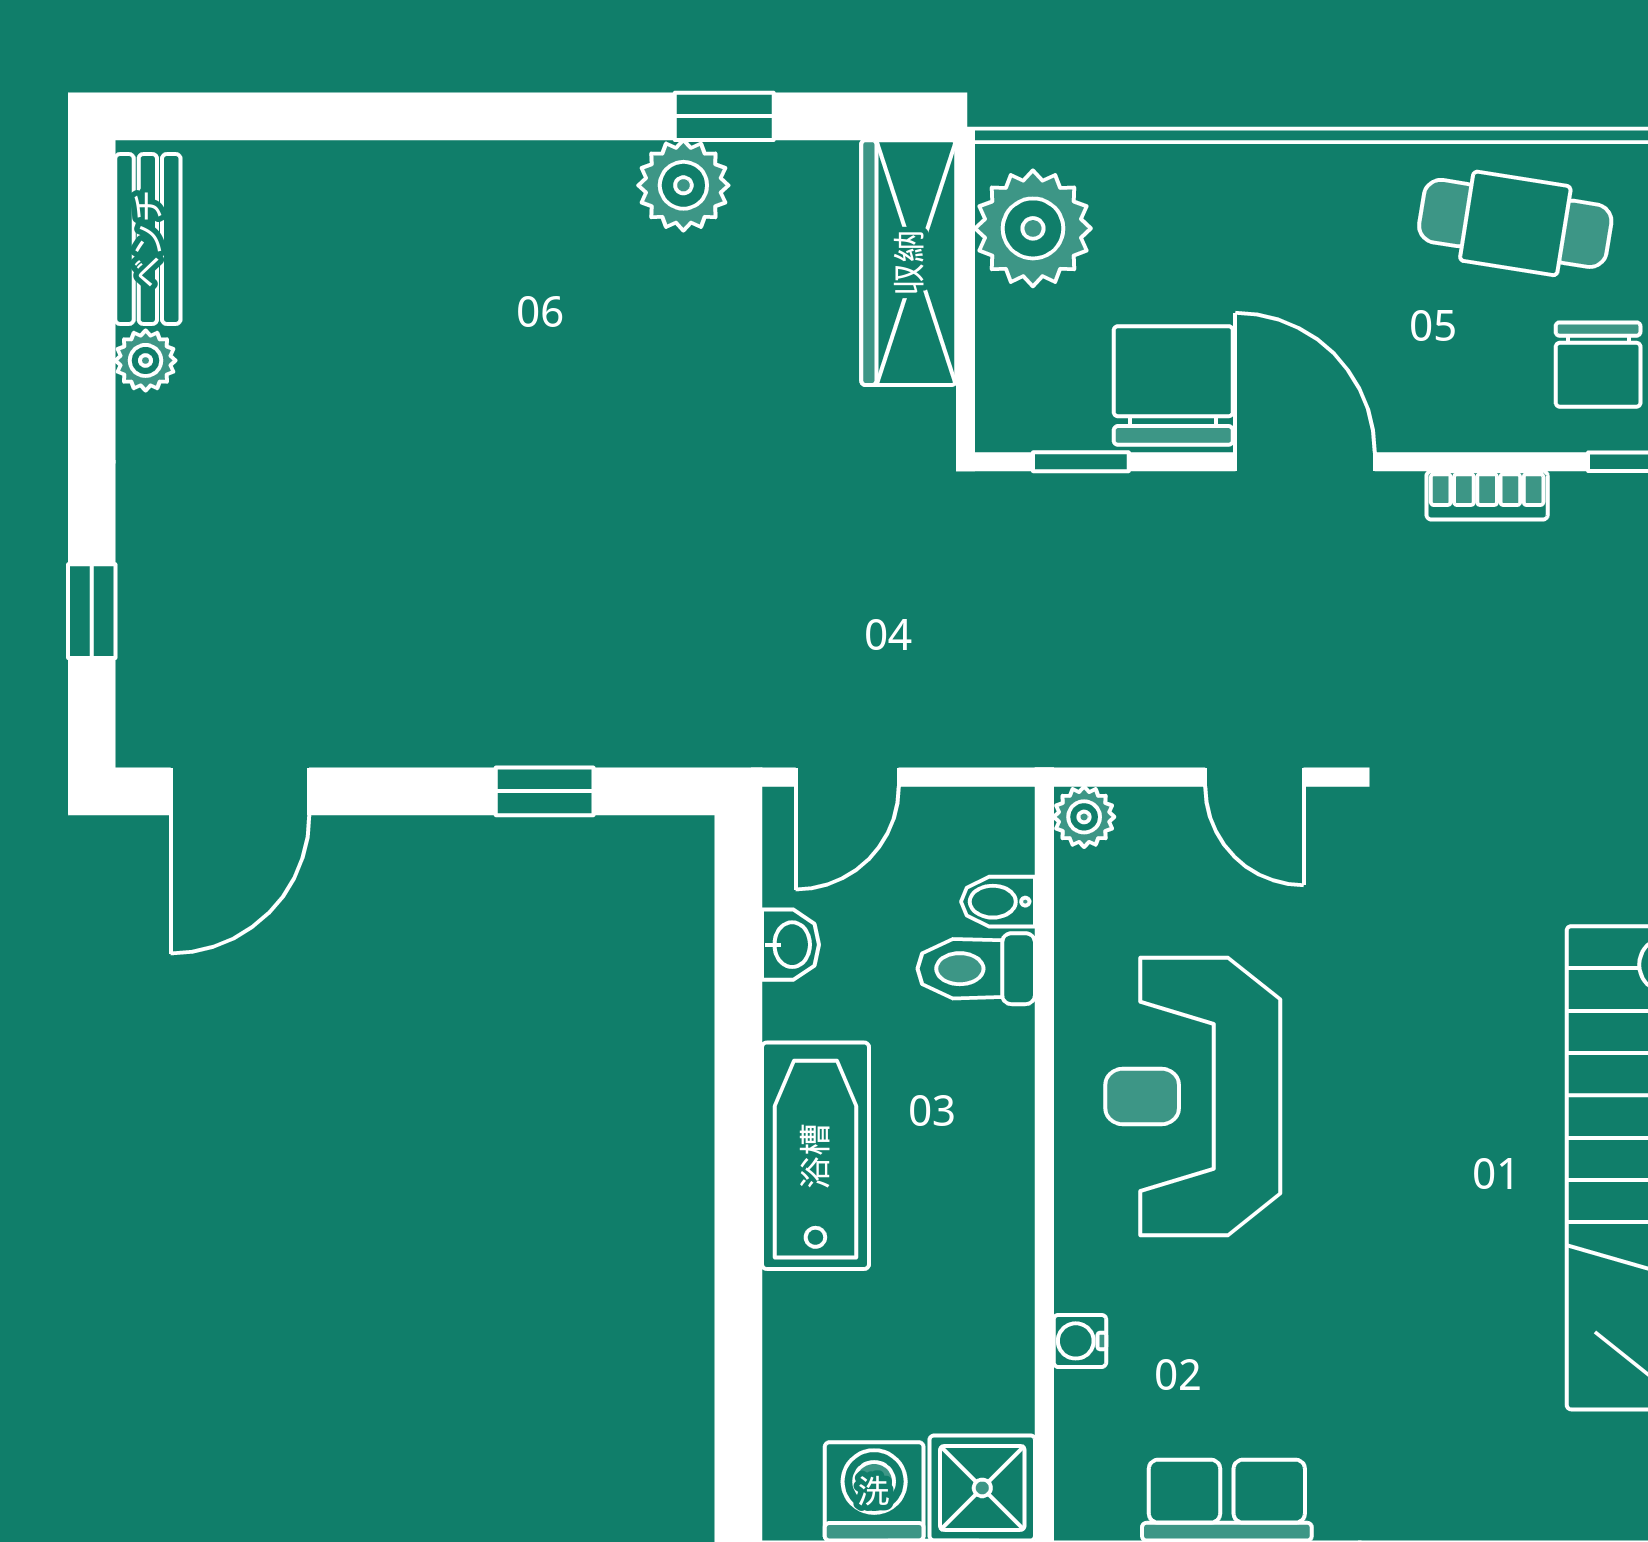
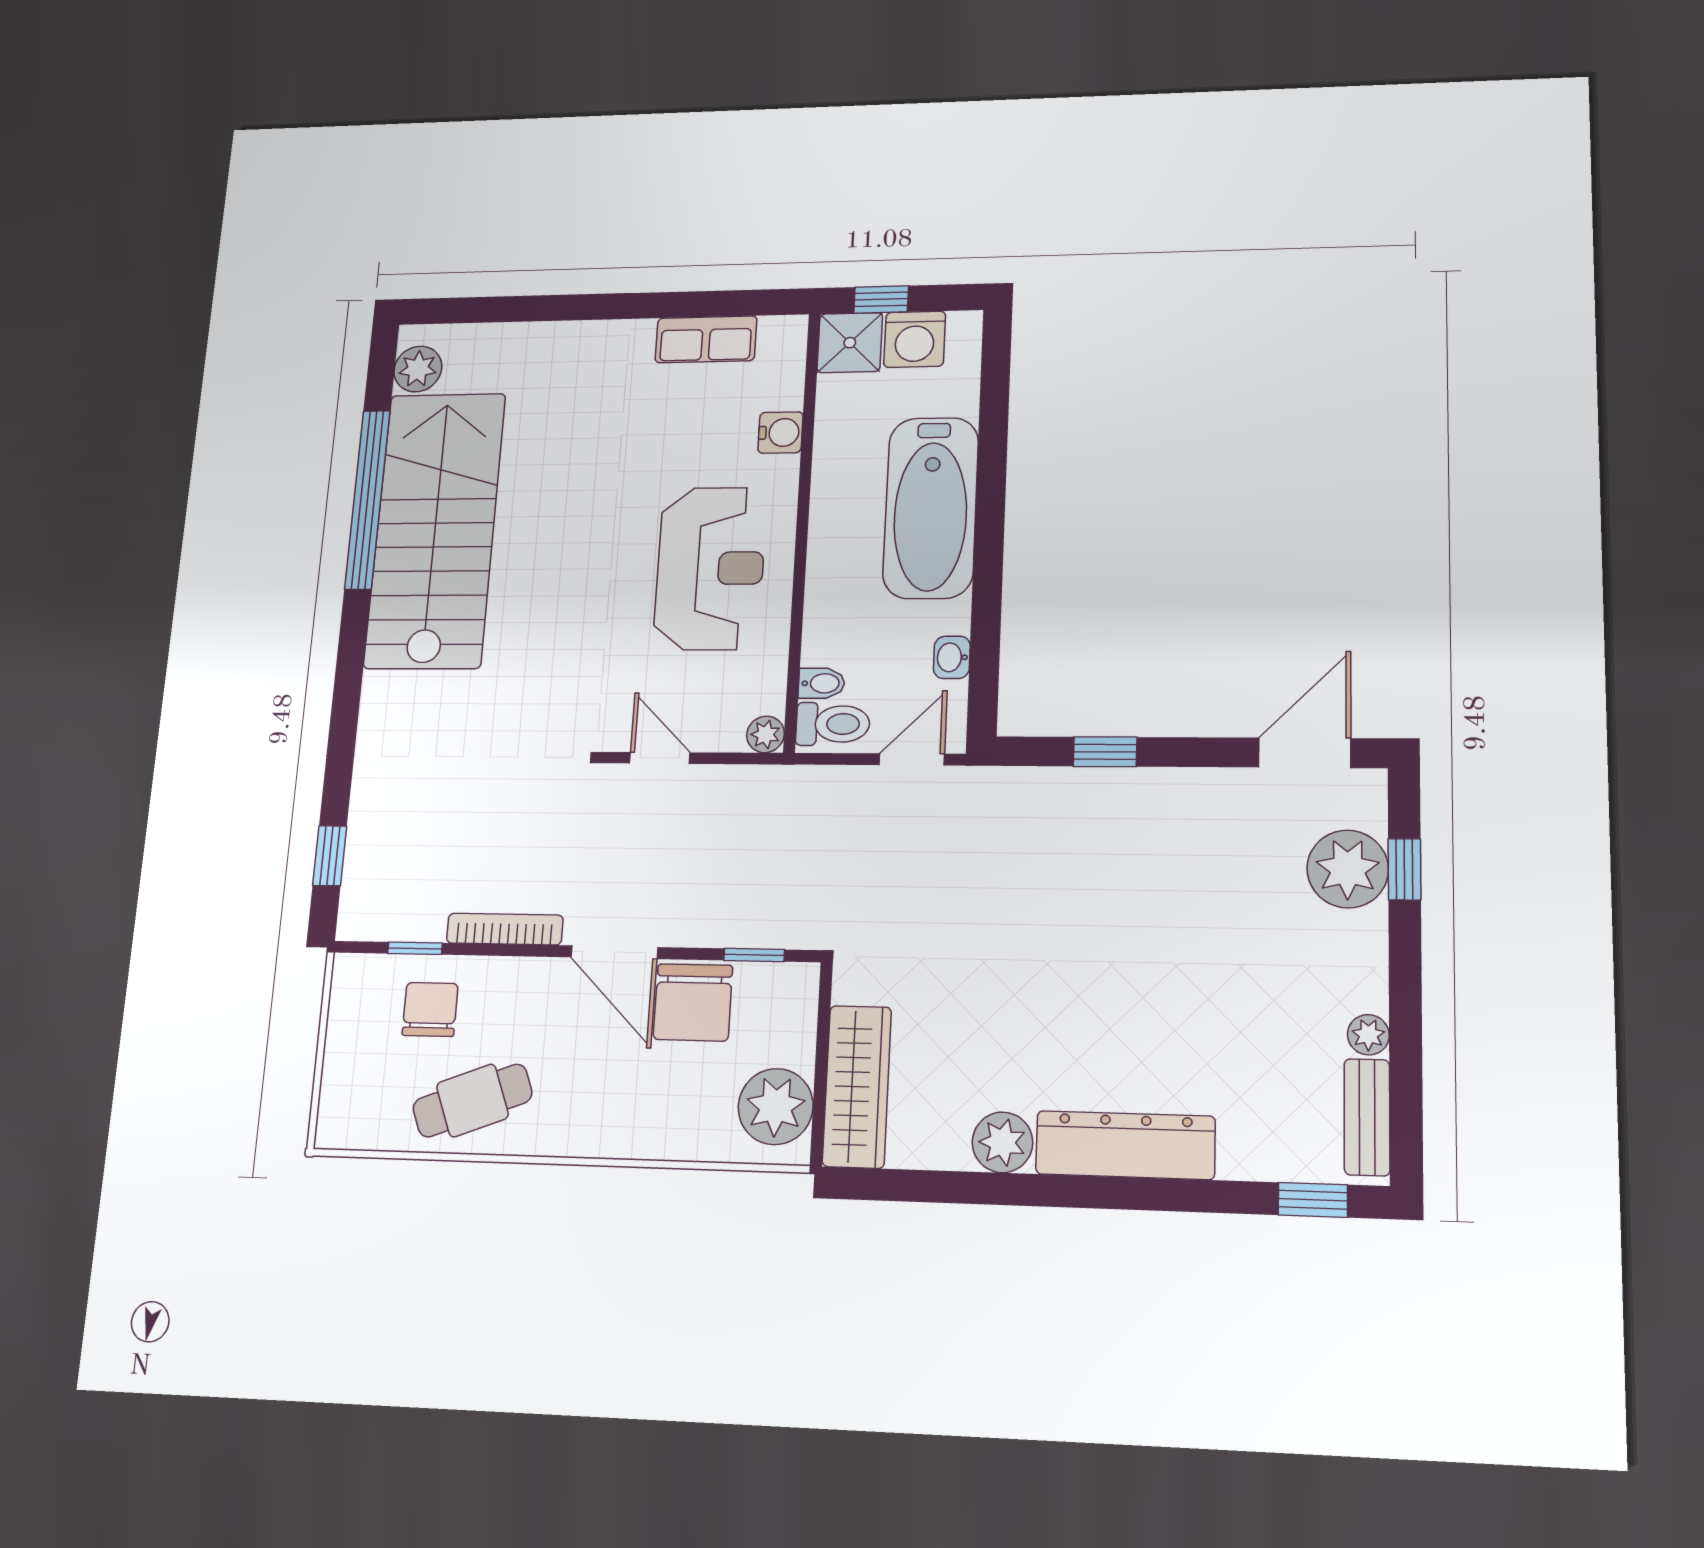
window: (724, 116) -> (1313, 1200), moved
dresser: (500, 187) -> (1125, 1145), added
cafe table: (1515, 223) -> (472, 1101), turned -30
bookcase: (1487, 495) -> (505, 929), width x1.56
plant: (175, 611) -> (1348, 869), added
toilet: (976, 969) -> (833, 724), moved
bathtub: (815, 1156) -> (931, 508), width x1.36, depth x1.36
water cooler: (1080, 1341) -> (780, 433), width x1.38, depth x1.38

